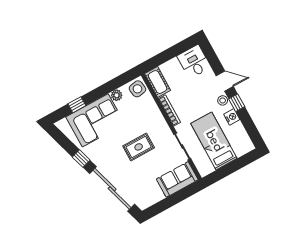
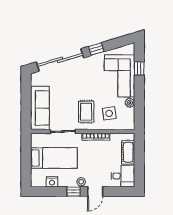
cot: (158, 82) -> (128, 152), moved, turned 90
side table: (137, 89) -> (109, 113), moved
nightstand: (232, 117) -> (52, 182), moved
rug: (139, 147) -> (86, 112), moved
sofa: (177, 179) -> (40, 108), width x1.36

